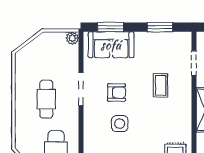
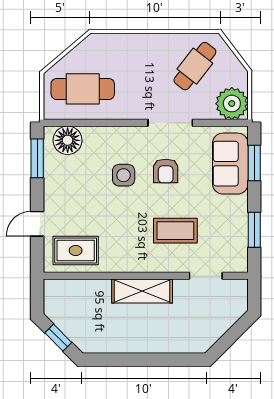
plant: (72, 38) -> (232, 104), width x1.87, depth x1.87
coffee table: (161, 85) -> (175, 231), width x1.36, depth x1.30
cafe table: (46, 99) -> (195, 66), moved, turned -52

